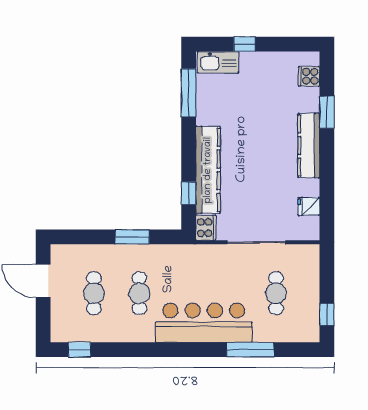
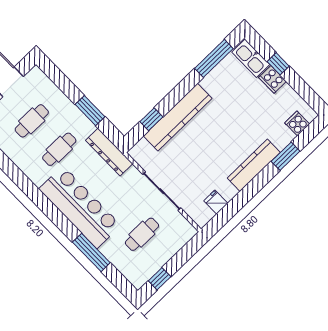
cooker: (206, 228) -> (272, 79), moved, turned 90
dresser: (182, 254) -> (109, 152), added

